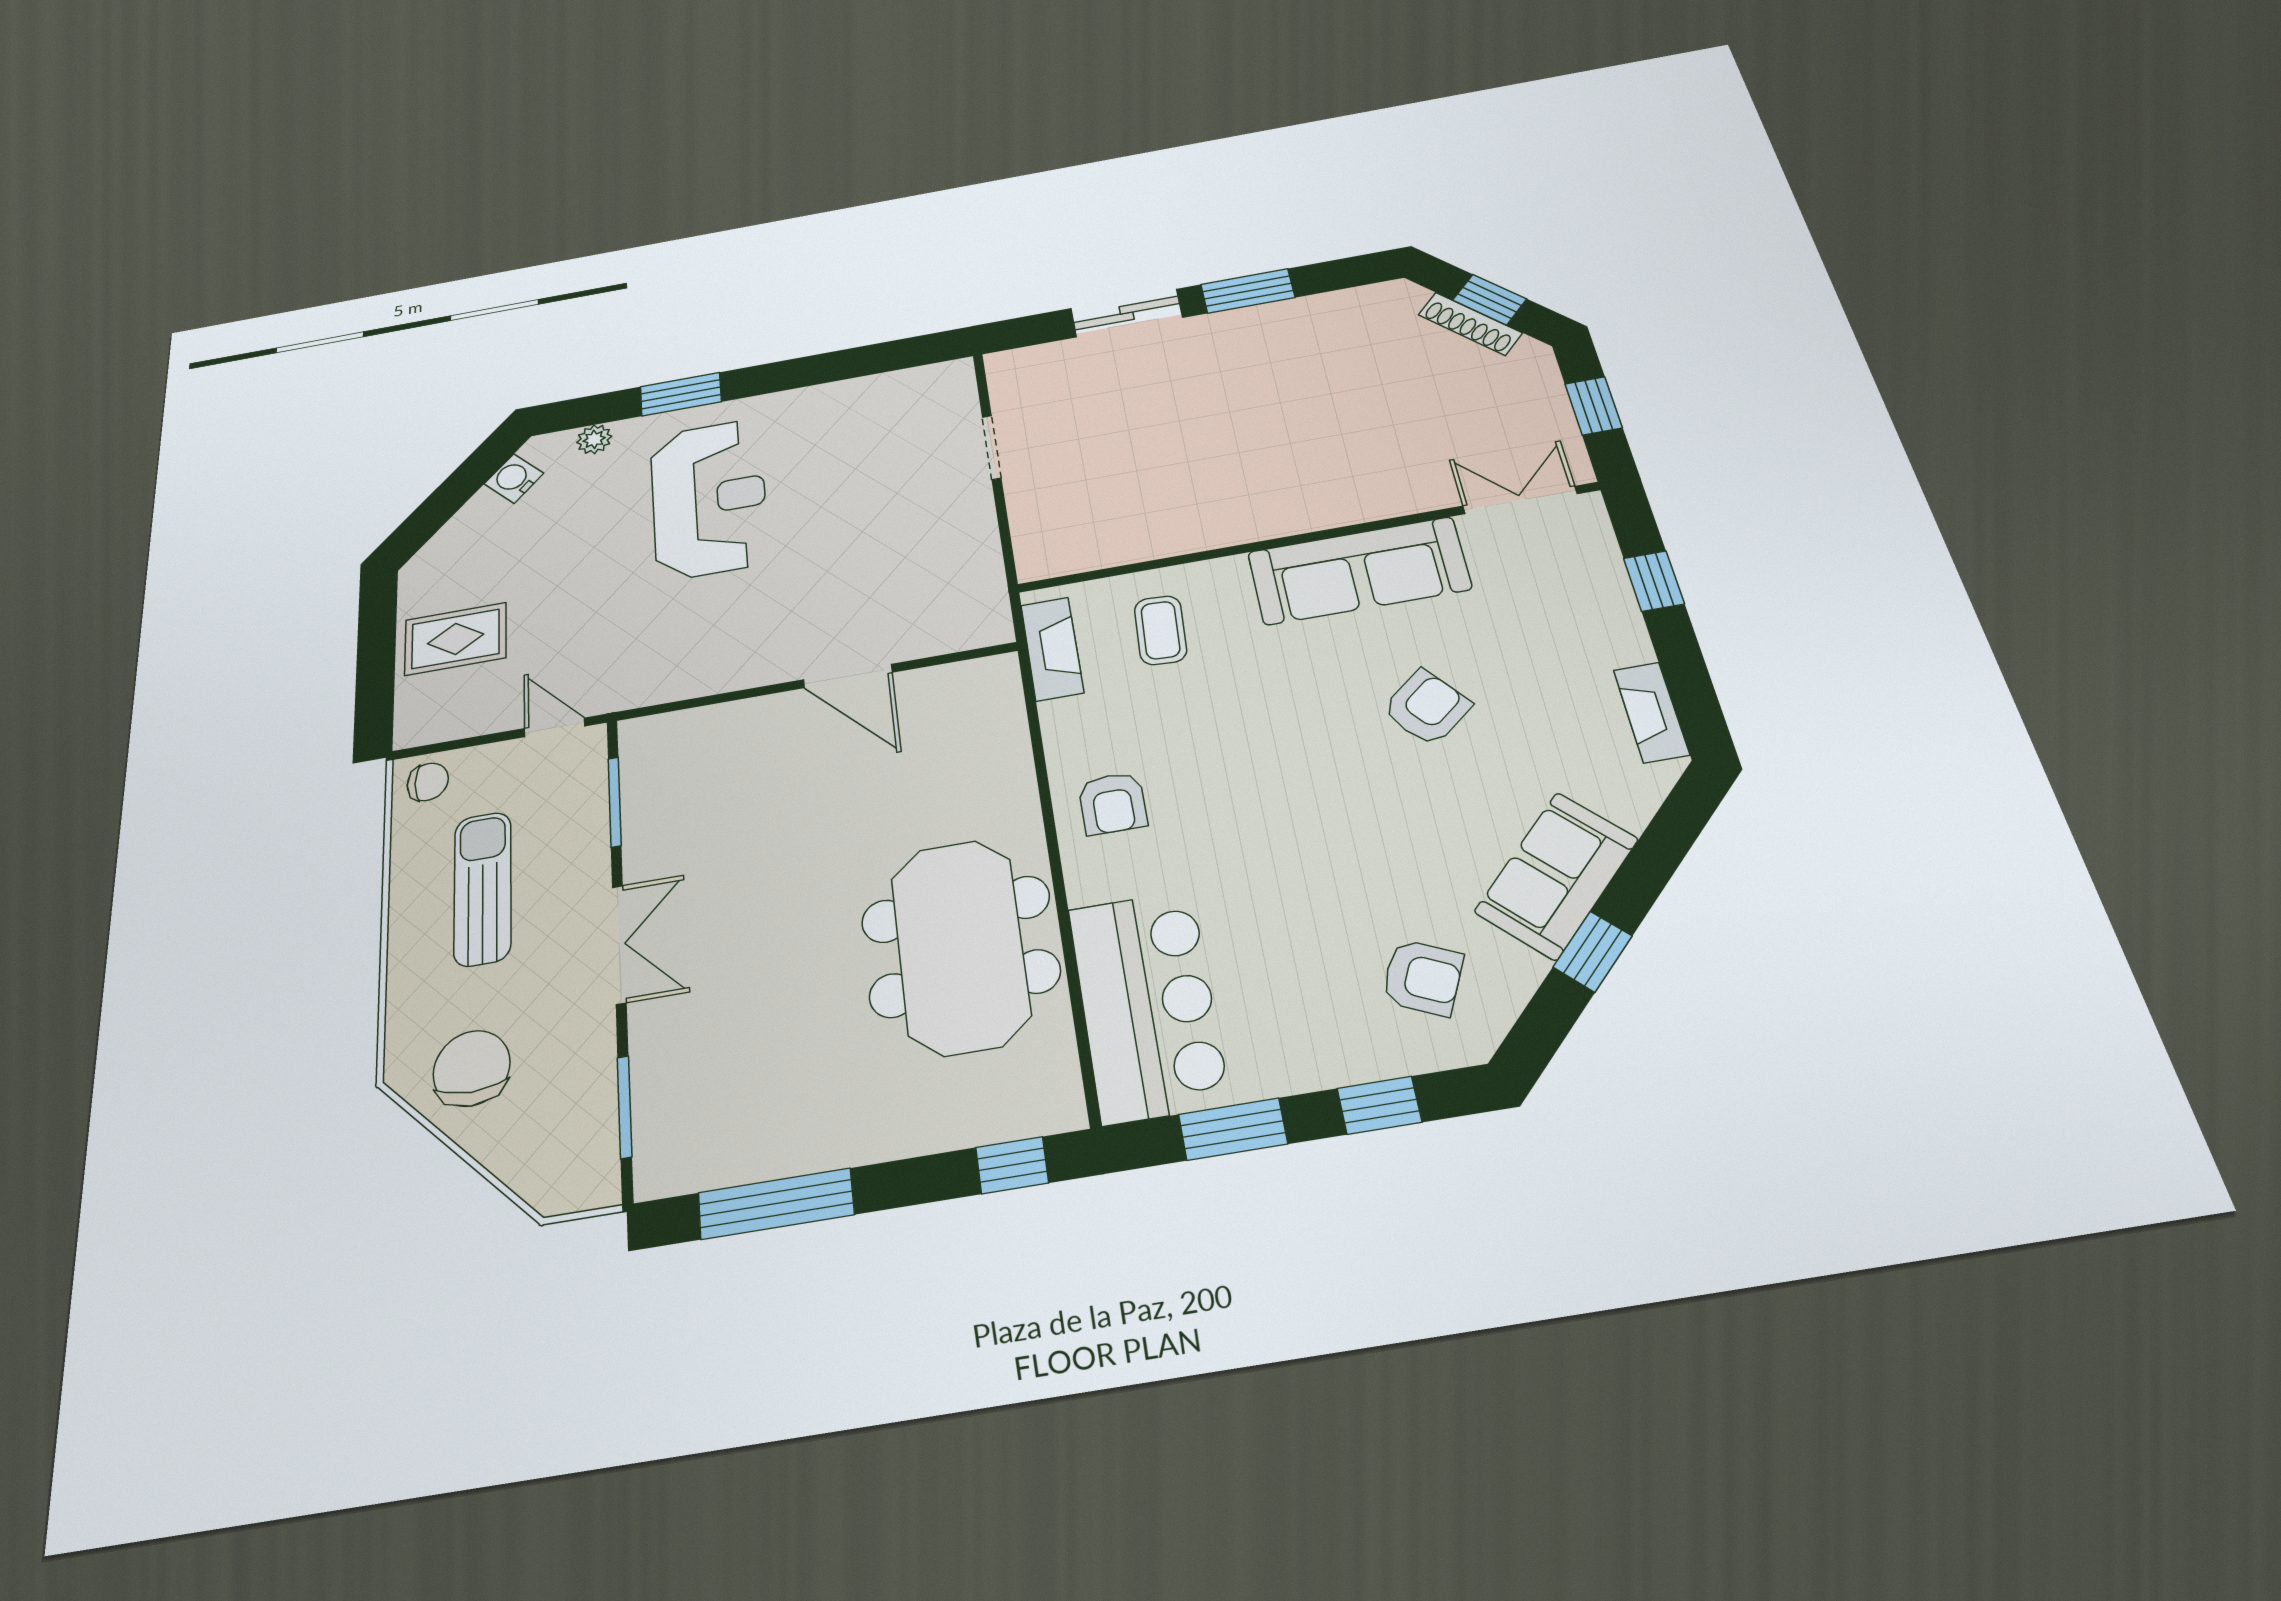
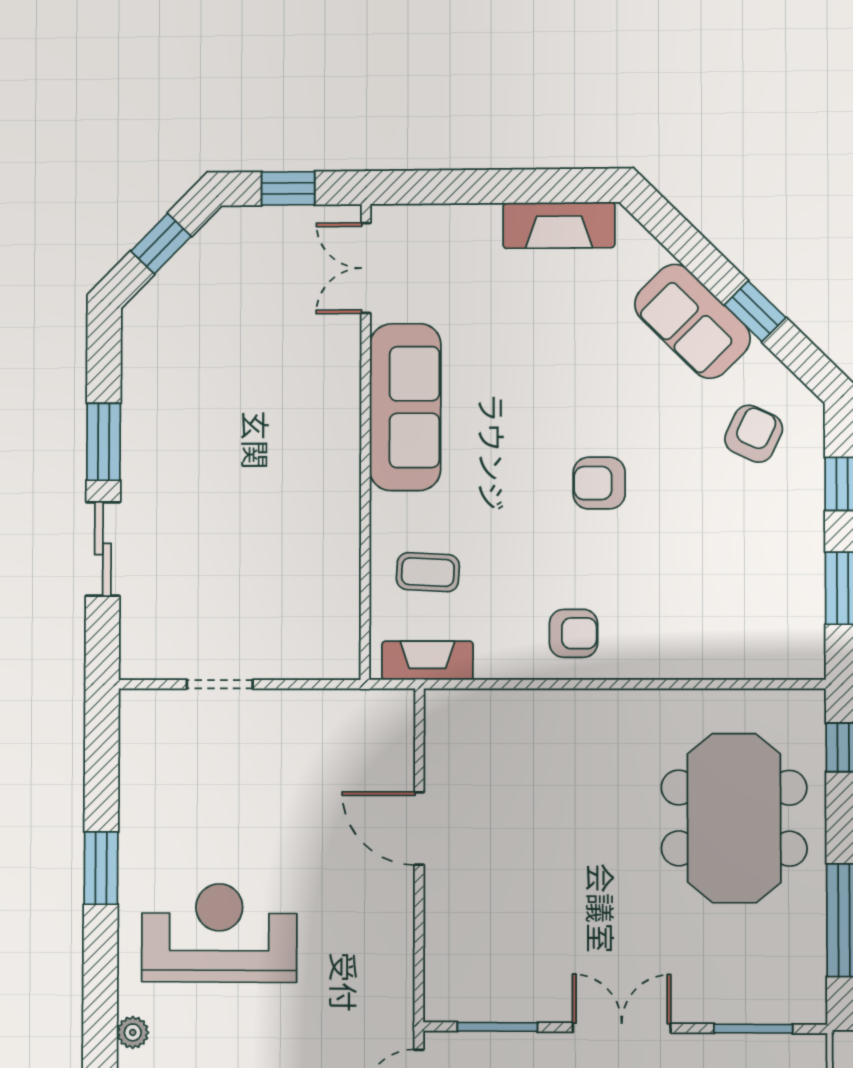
shoe rack: (1470, 324) -> (183, 265), removed
window: (681, 394) -> (101, 868), moved
window: (1654, 581) -> (462, 187), removed
door: (848, 676) -> (419, 828), swing flipped
armchair: (1427, 708) -> (599, 483), moved, turned -51
fireplace: (1651, 712) -> (559, 225), width x1.37, depth x1.32
meeting table: (960, 946) -> (734, 818), moved, turned 90
bar counter: (1148, 1005) -> (741, 633), removed

